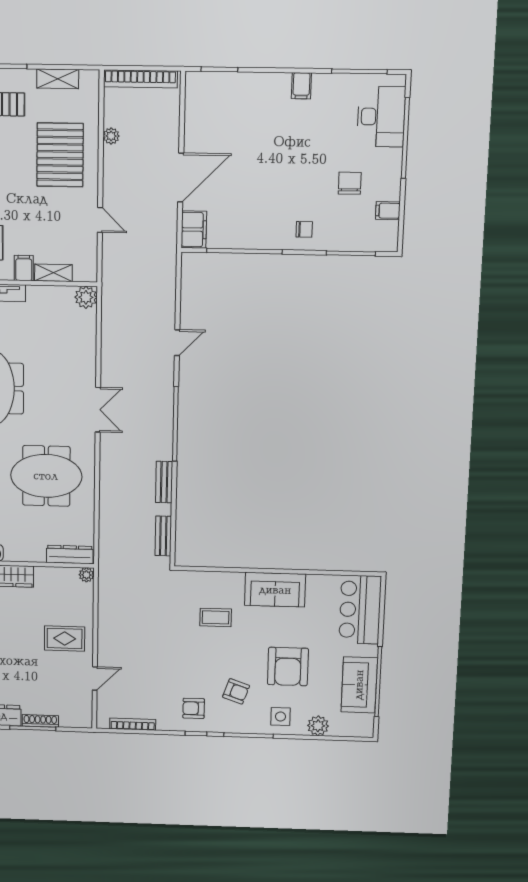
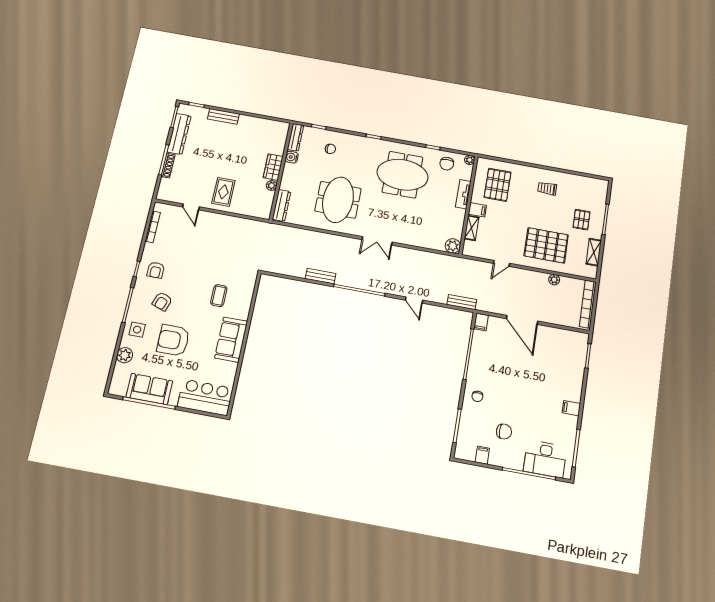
filing cabinet: (194, 230) -> (481, 322), width x0.50
bench: (163, 536) -> (462, 302), moved
plant: (86, 575) -> (272, 186), moved
armchair: (194, 708) -> (156, 270), turned 180

